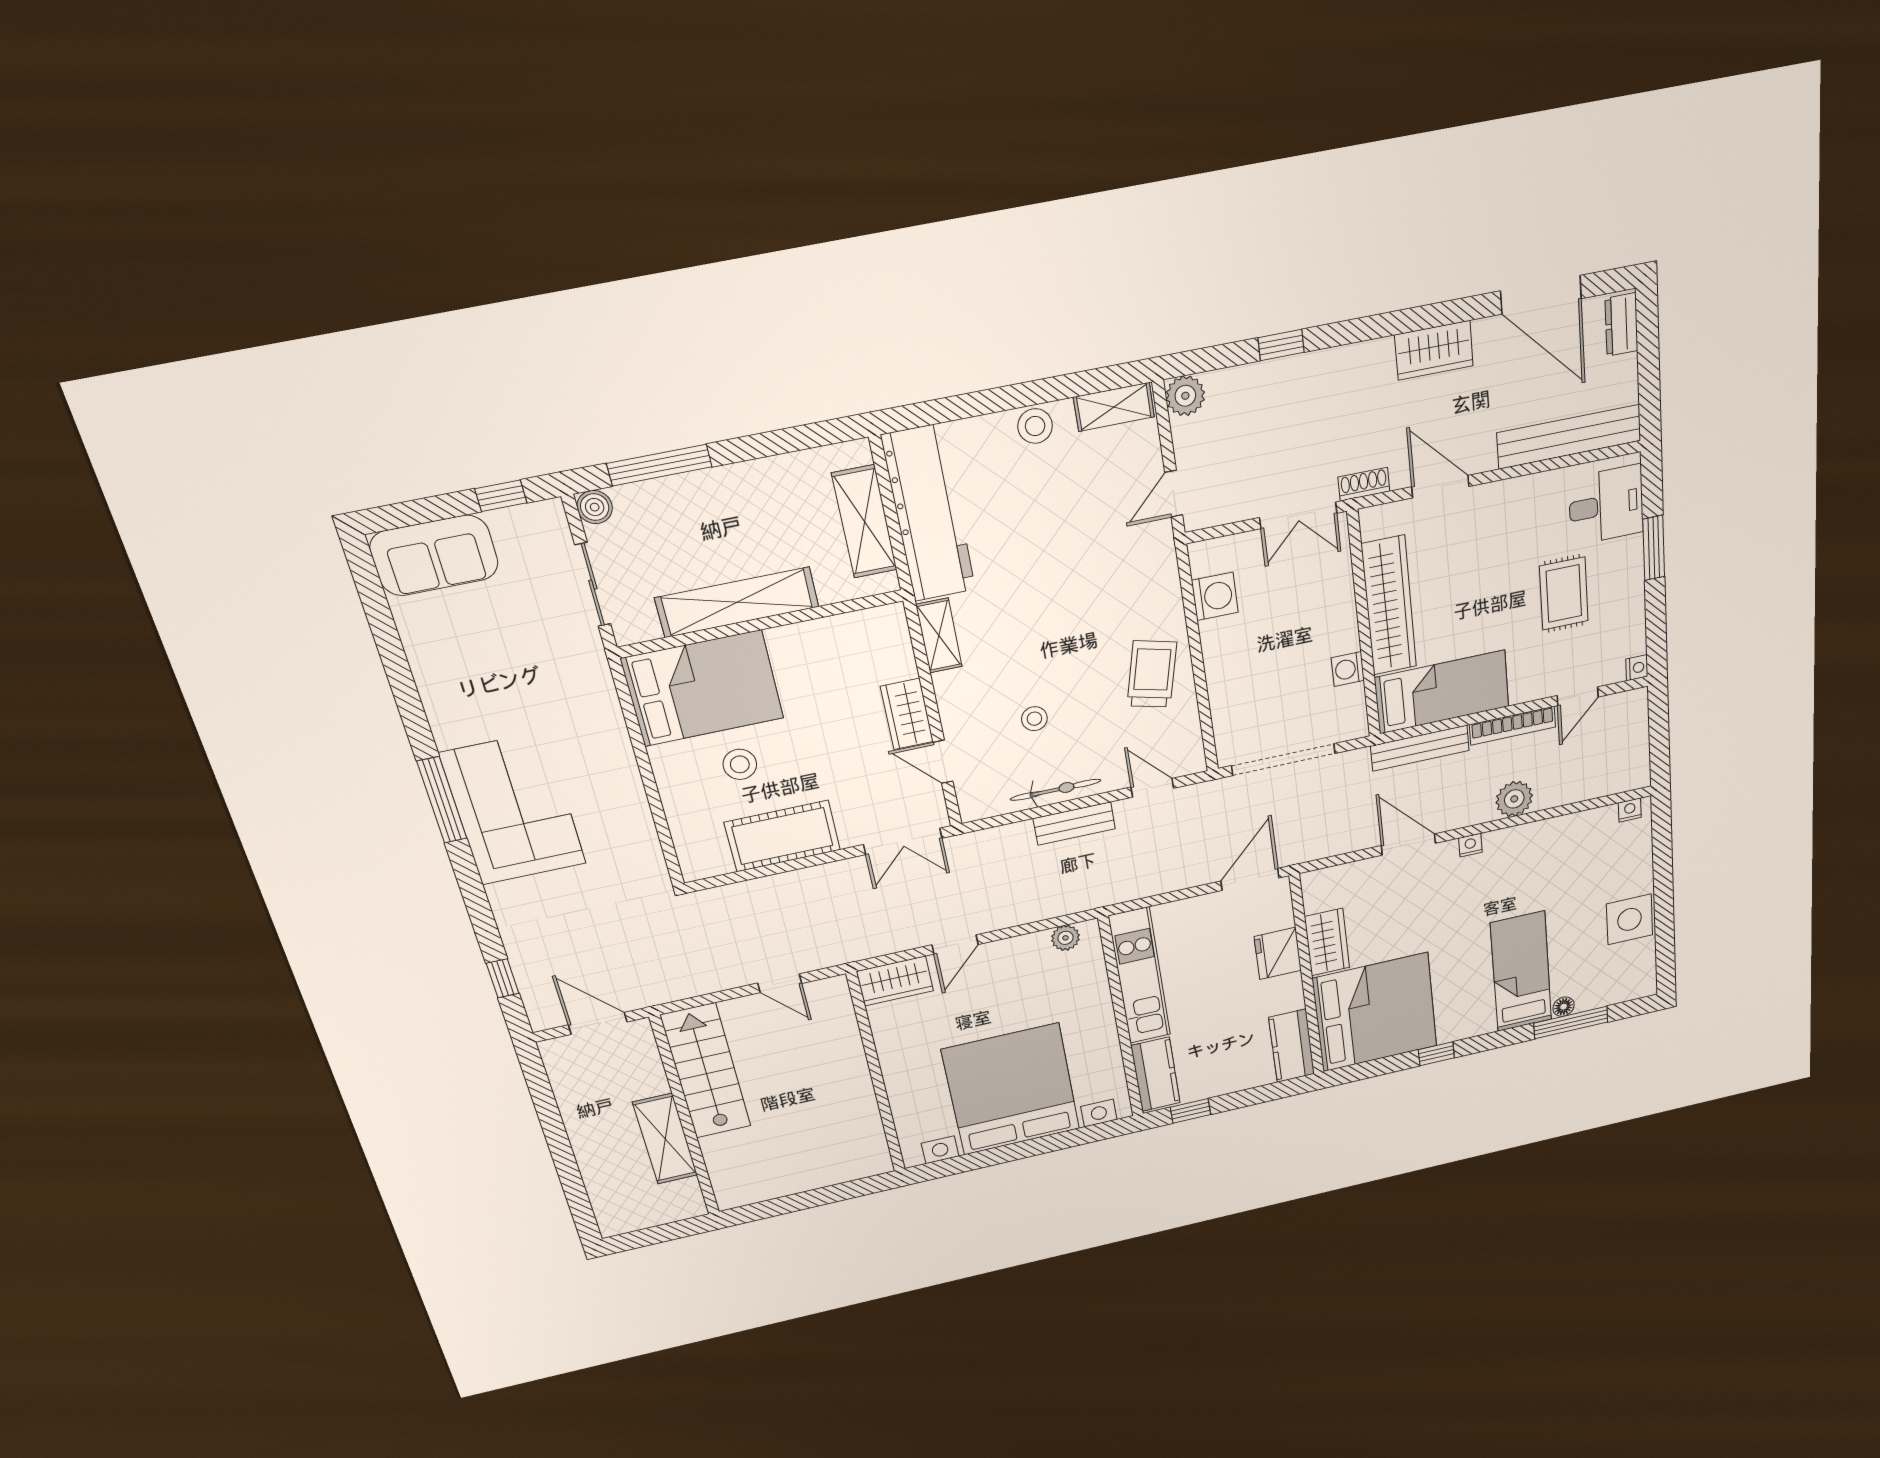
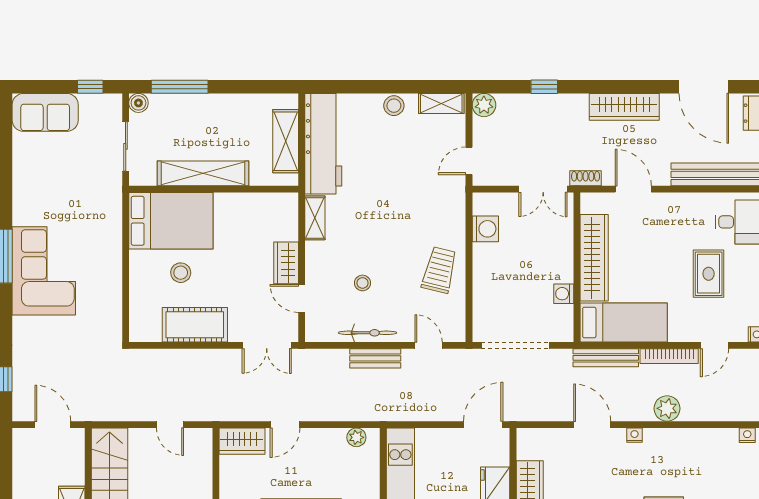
wardrobe: (1434, 350) -> (624, 107), width x1.50

